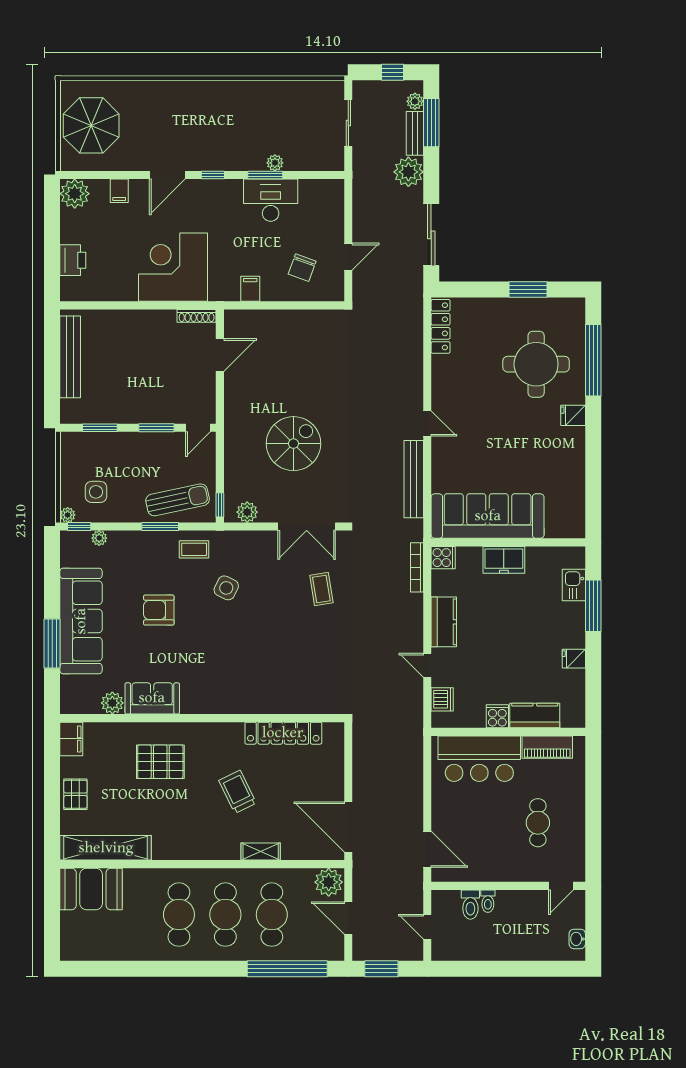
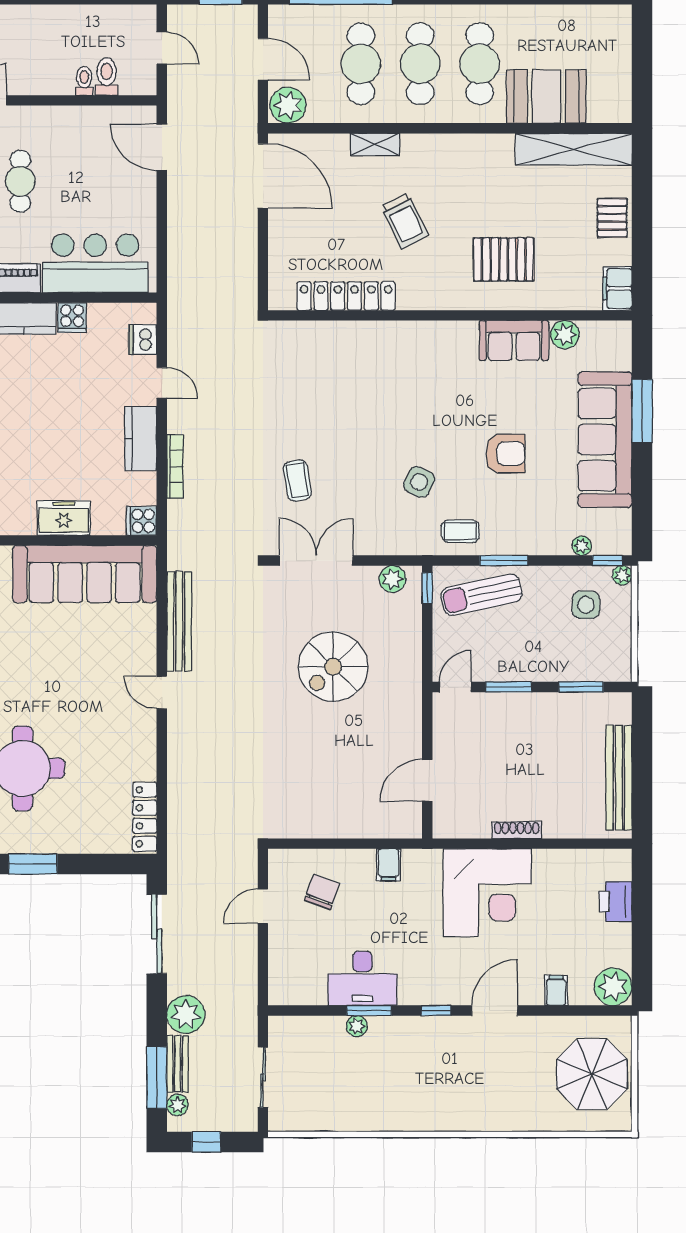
shoe rack: (197, 316) -> (517, 830), moved
bookcase: (417, 567) -> (175, 467), moved
booth: (91, 889) -> (546, 96), moved

